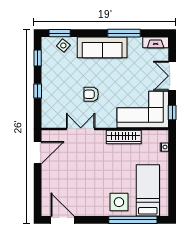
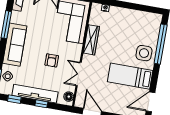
tv unit: (48, 81) -> (35, 94), added
floor lamp: (52, 122) -> (69, 97), added
bed: (148, 190) -> (130, 76), moved

